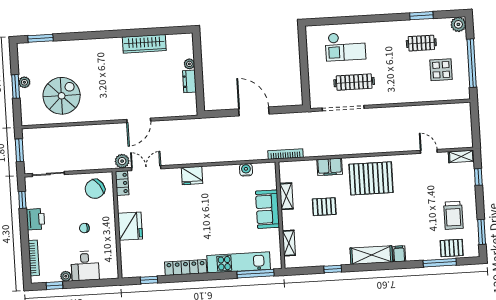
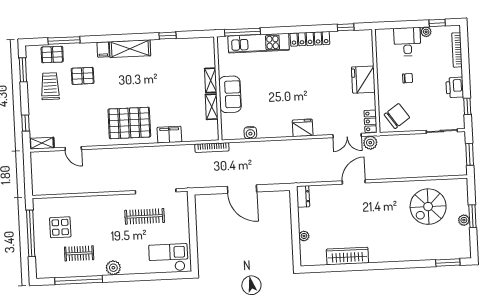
window: (421, 16) -> (79, 280), width x2.11
plant: (458, 24) -> (113, 268), moved
checkout: (345, 46) -> (168, 258), moved
dresser: (189, 81) -> (303, 196), moved
pallet: (324, 207) -> (83, 76), moved
shelving: (289, 243) -> (211, 80), moved

